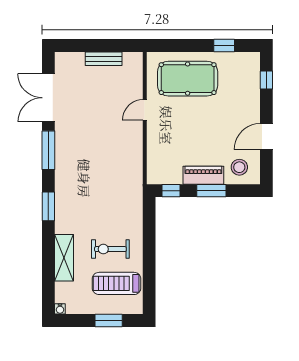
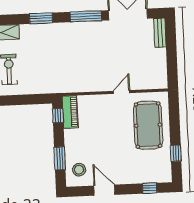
bench: (104, 59) -> (160, 33), moved
door: (145, 110) -> (122, 92), hinge flipped
piano: (203, 175) -> (70, 112), moved
window: (211, 191) -> (60, 158), moved

